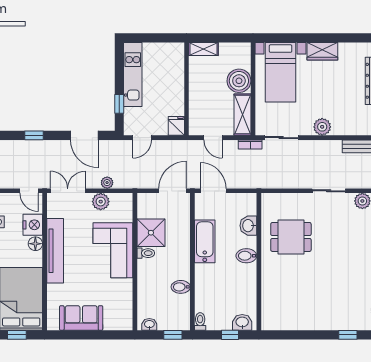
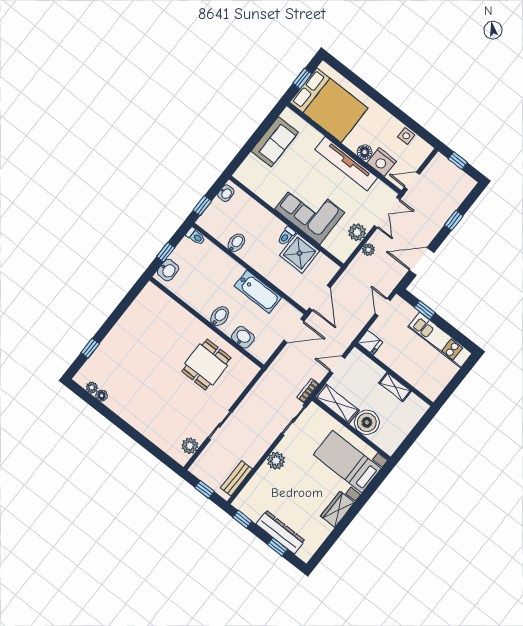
shelving: (203, 49) -> (395, 387), moved, turned 90

